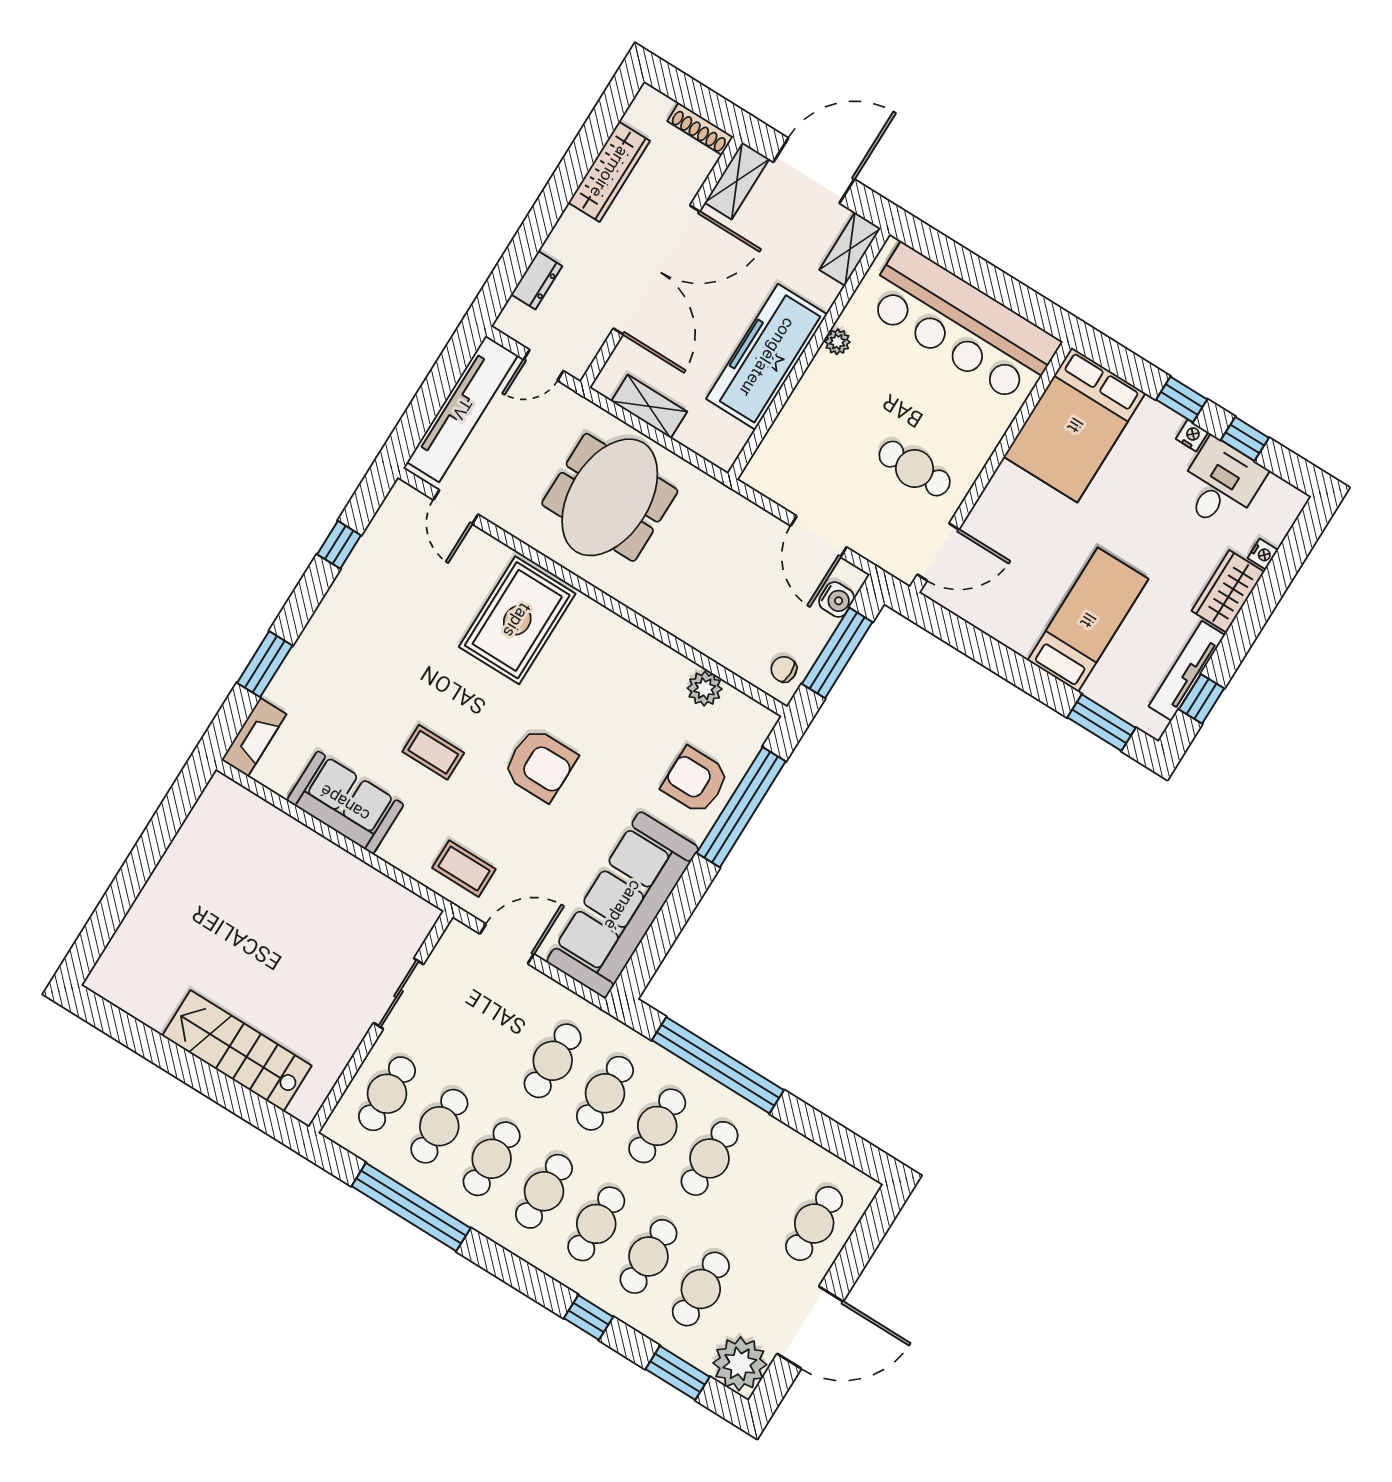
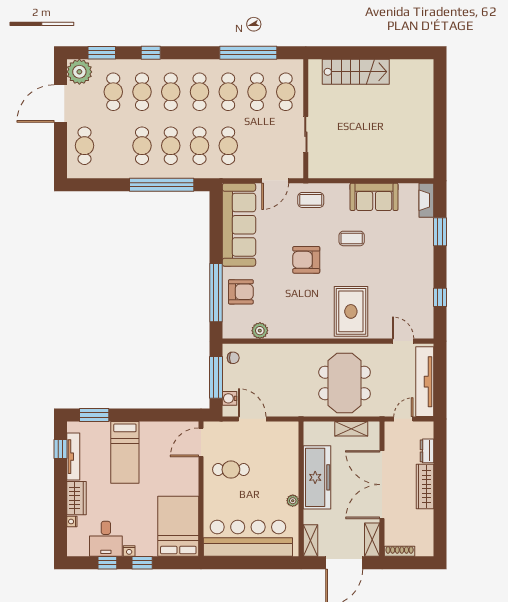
wardrobe: (609, 172) -> (425, 487), moved

